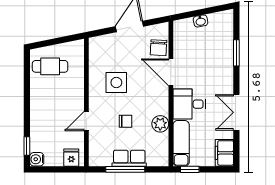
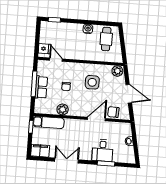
plant: (97, 46) -> (117, 71), added
desk: (189, 104) -> (103, 150), moved, turned 180
door: (86, 121) -> (56, 60), moved
water cooler: (37, 159) -> (88, 29), moved

